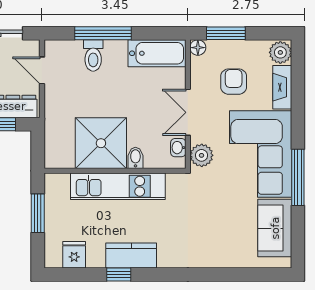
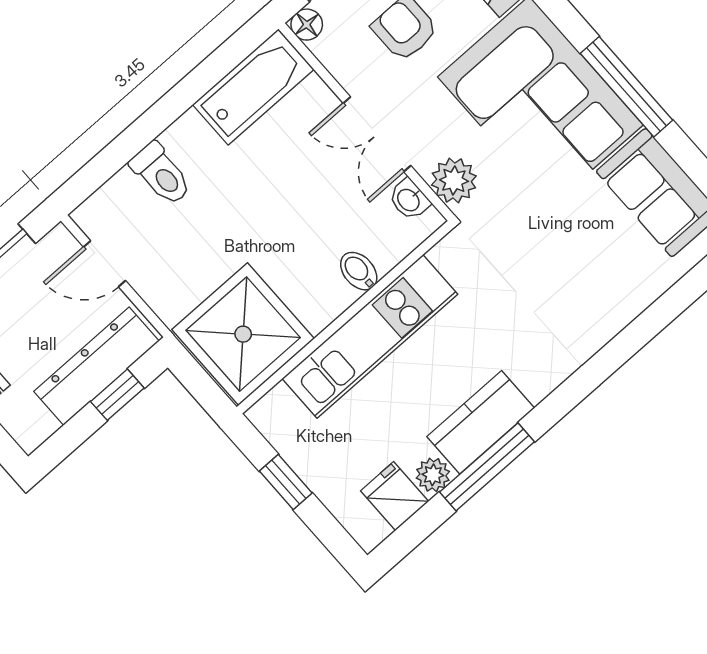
window: (103, 33) -> (147, 128), removed
shower: (101, 143) -> (243, 334), moved
window: (38, 213) -> (286, 482), width x0.67
plant: (96, 259) -> (433, 475), added
window: (119, 274) -> (487, 467), width x2.17

